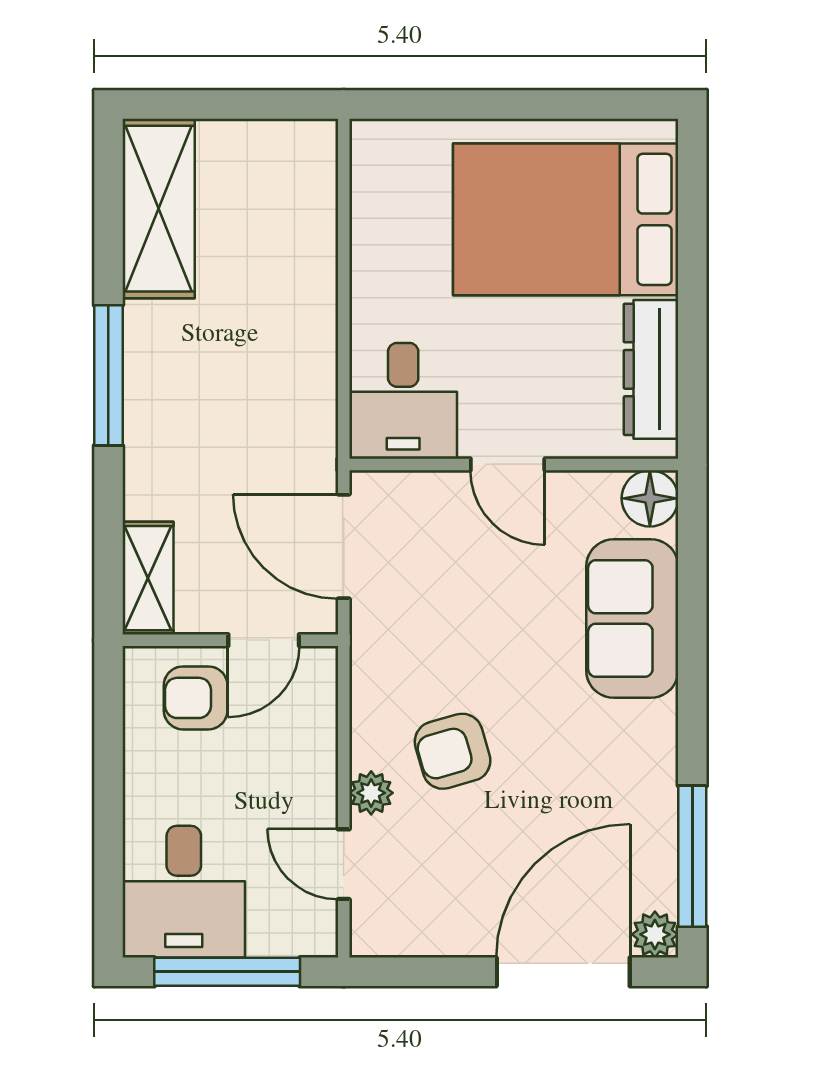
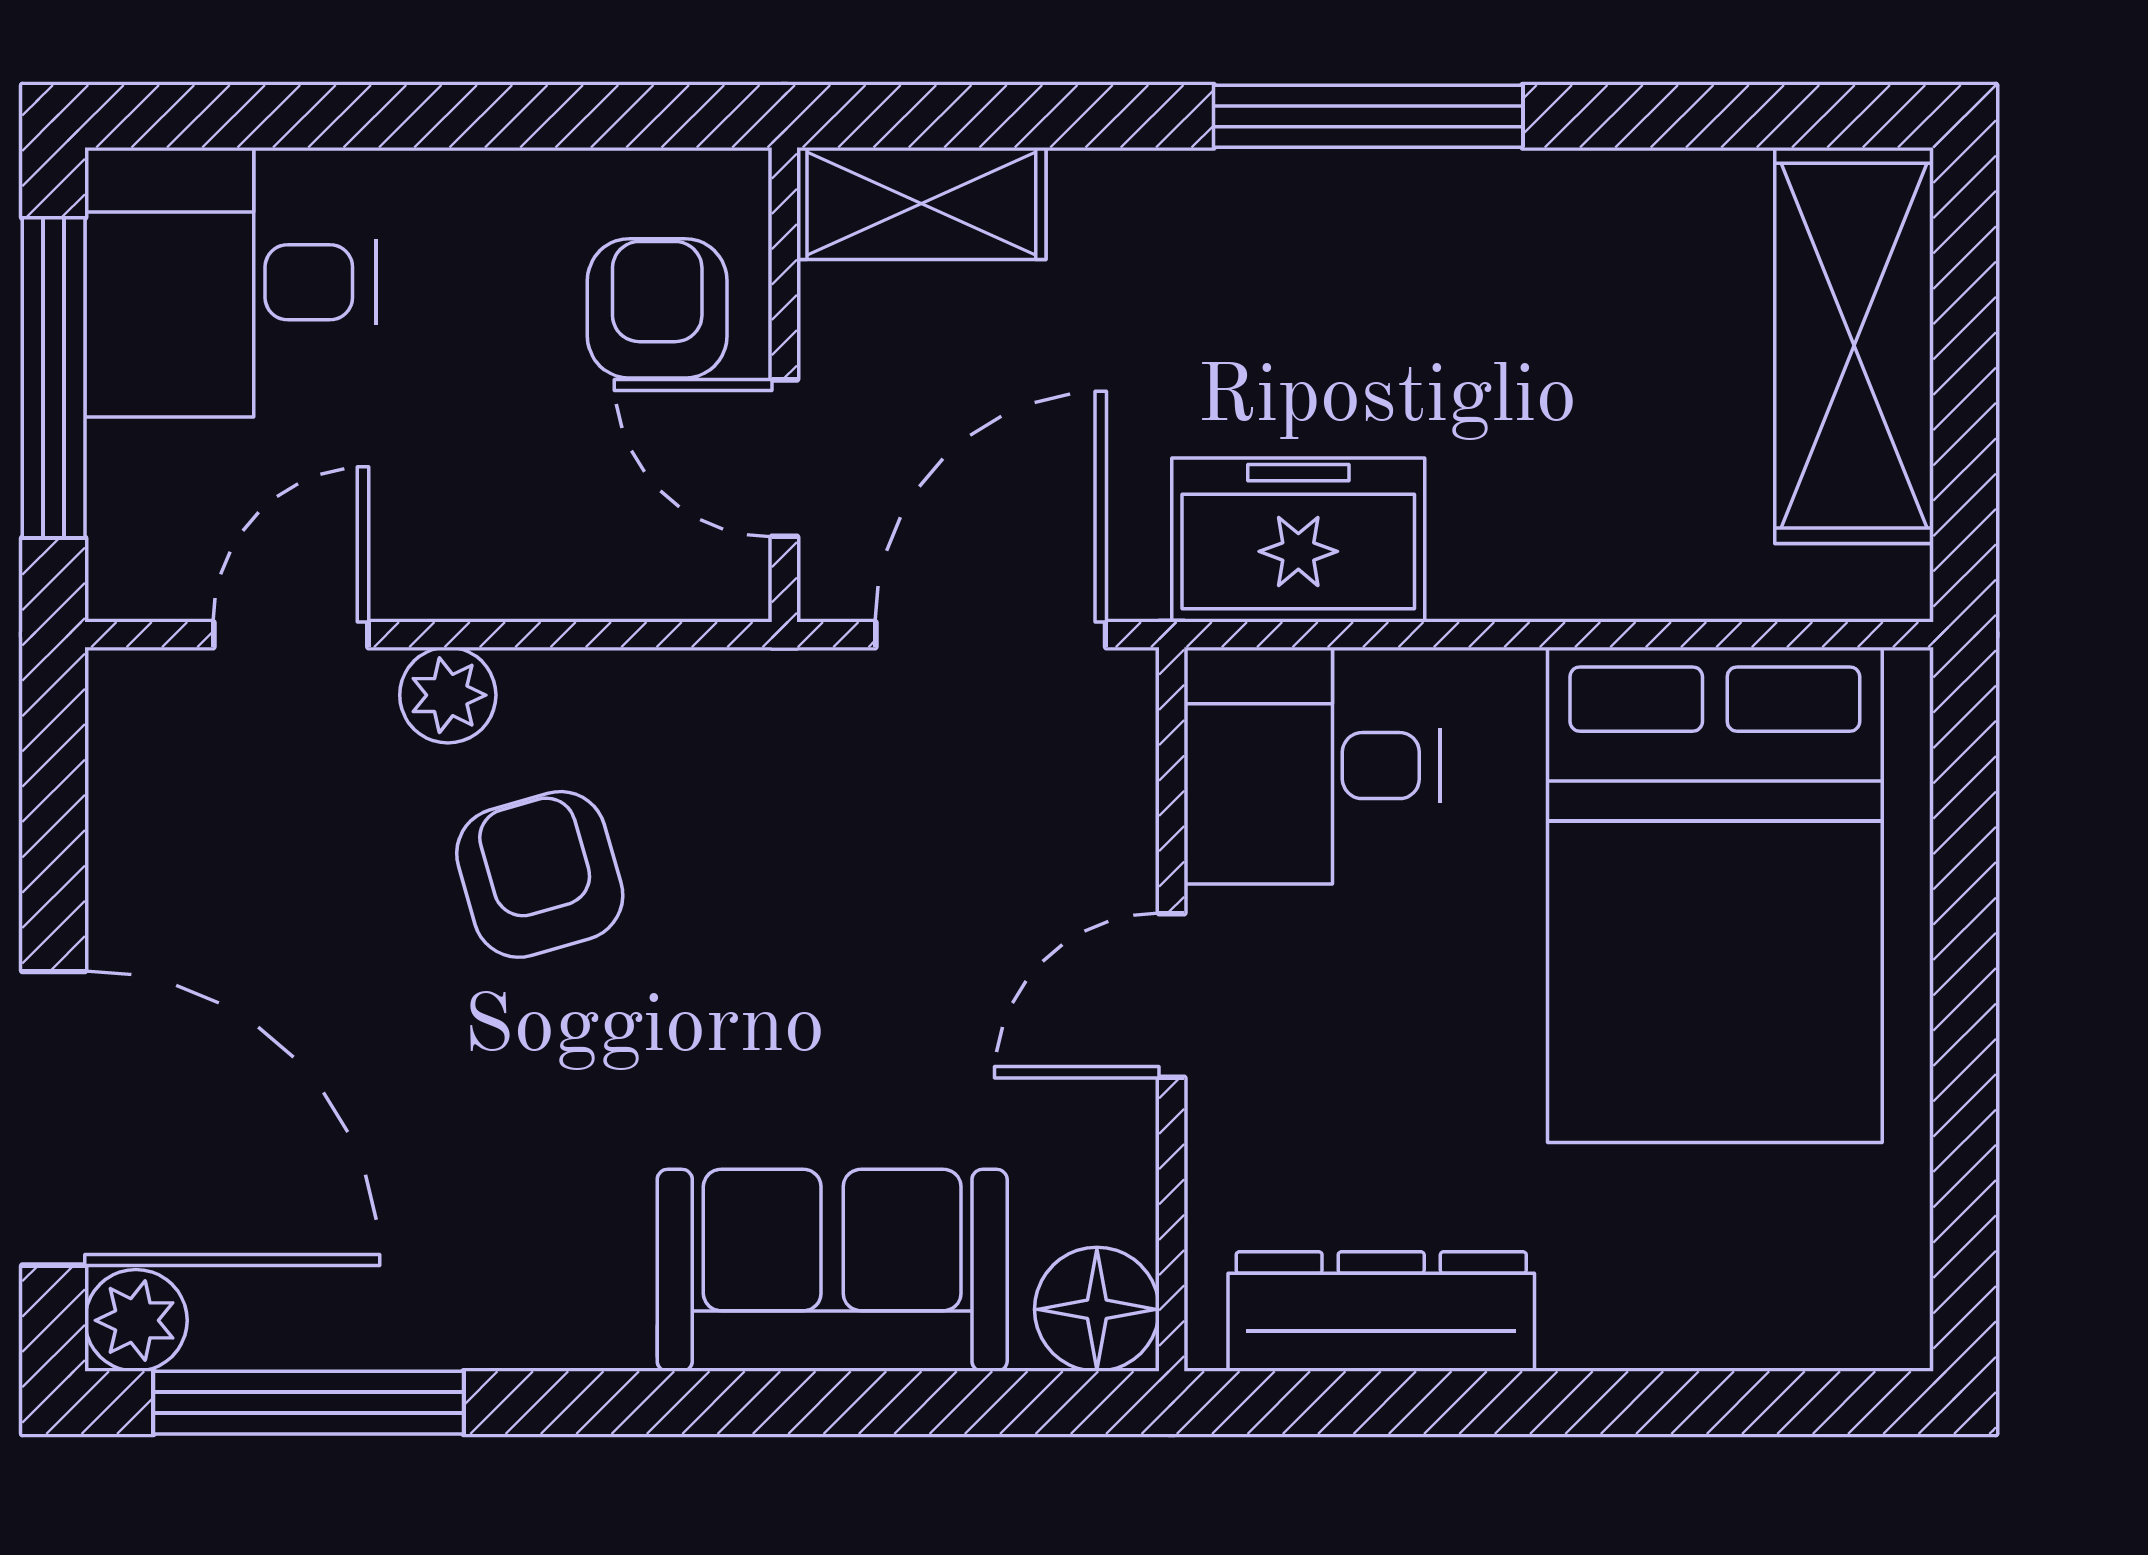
shelving: (159, 209) -> (1854, 346), moved, turned 90
bed: (566, 219) -> (1715, 895), moved, turned 180
freezer: (301, 407) -> (1298, 540), added

